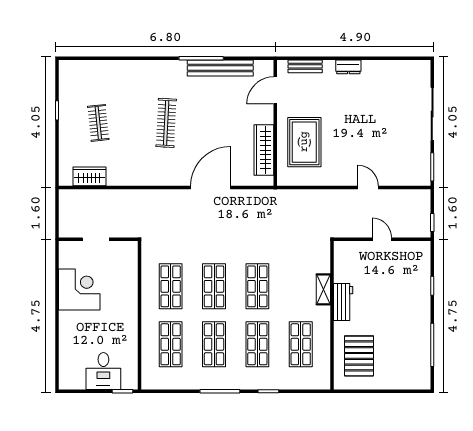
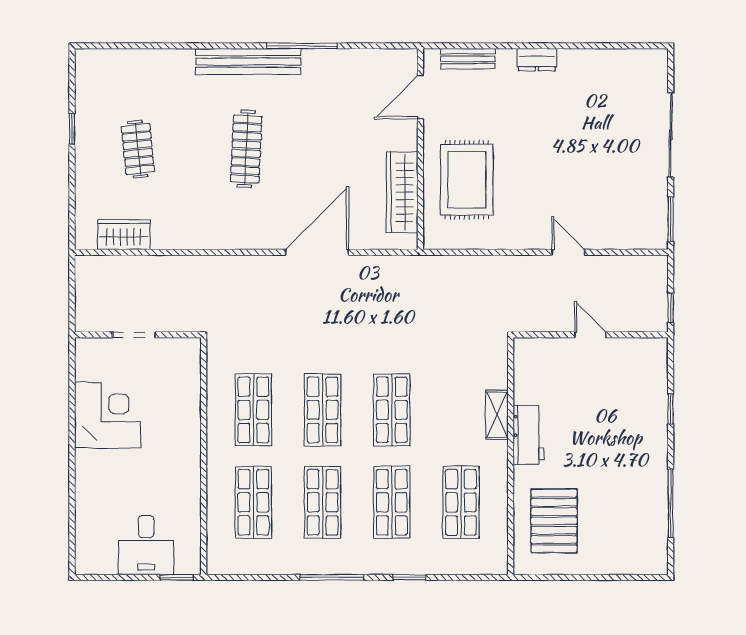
bench: (220, 68) -> (248, 61), moved

